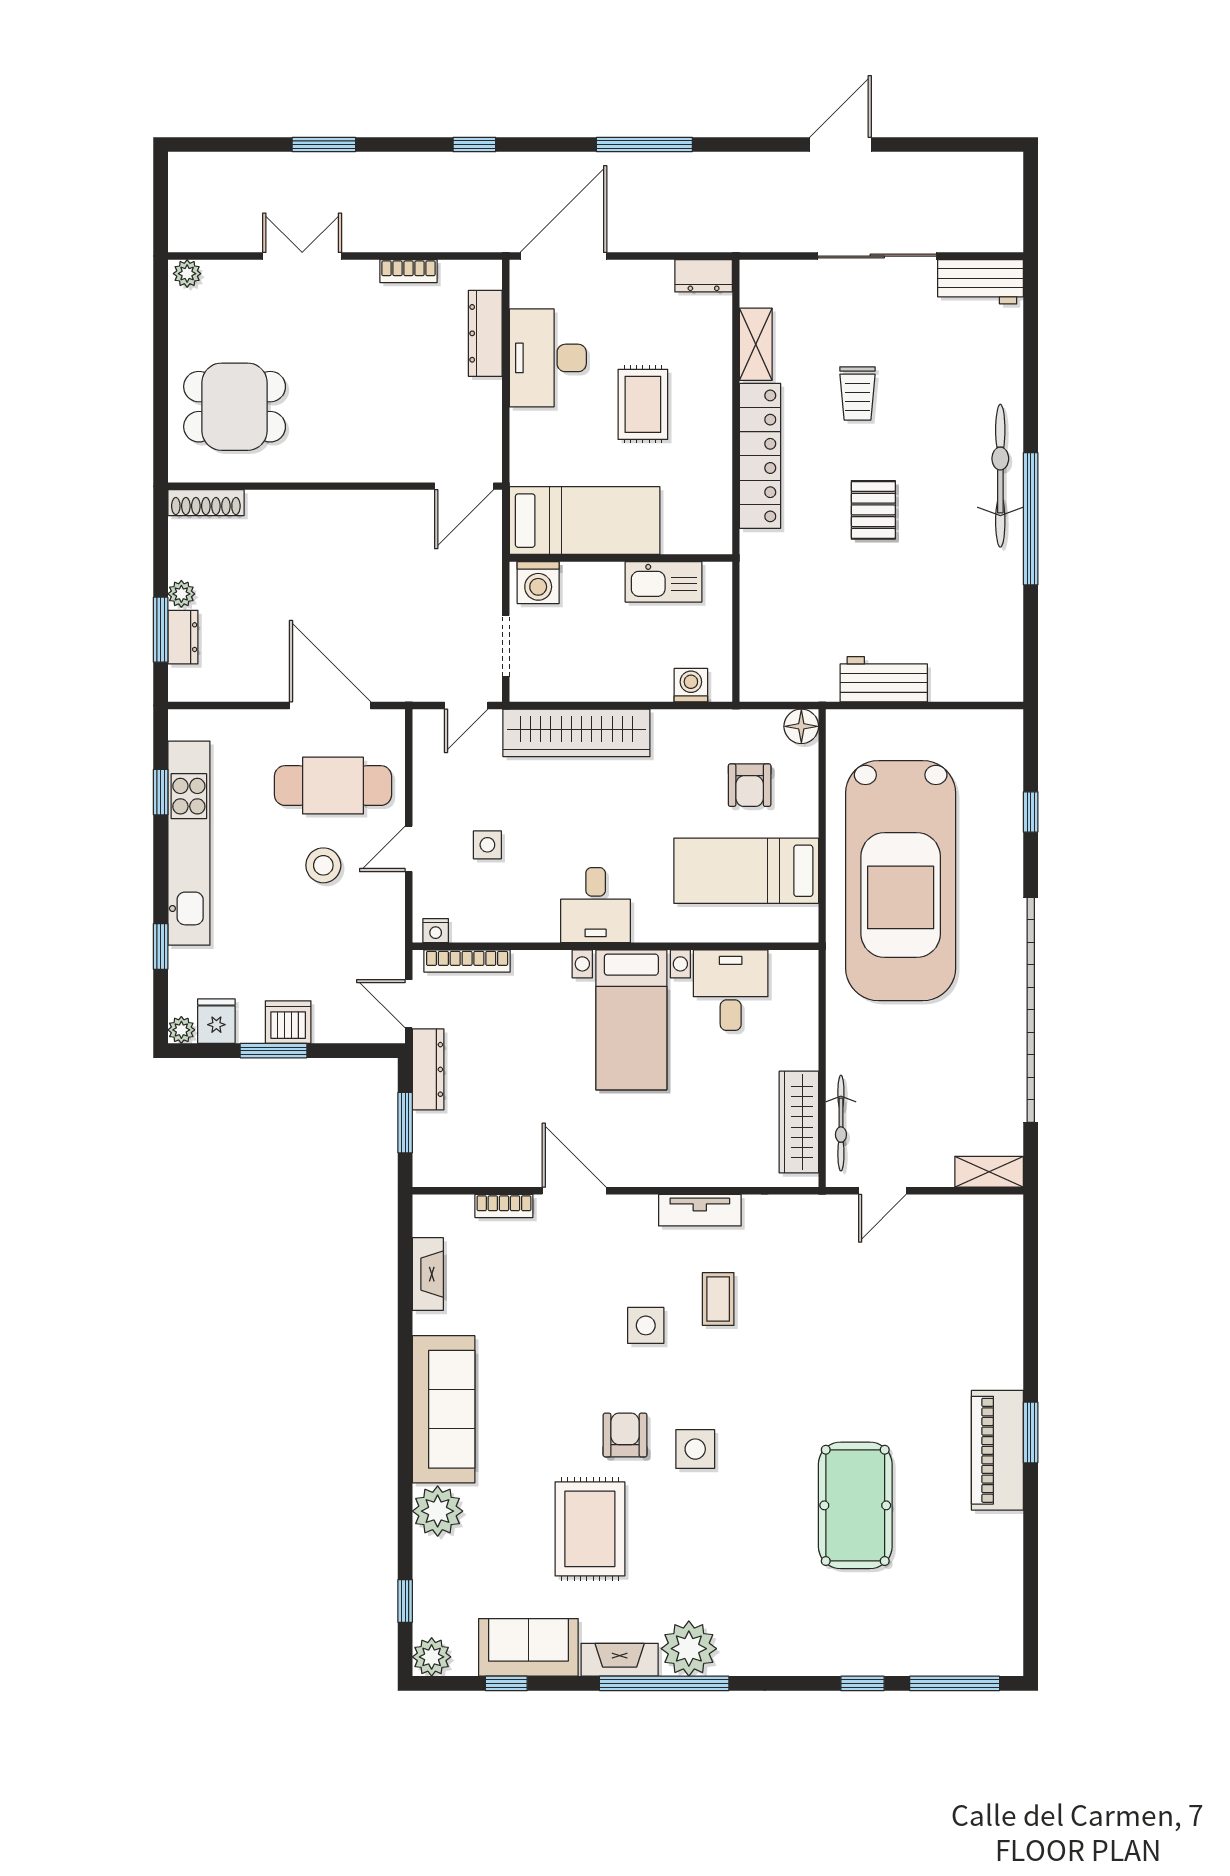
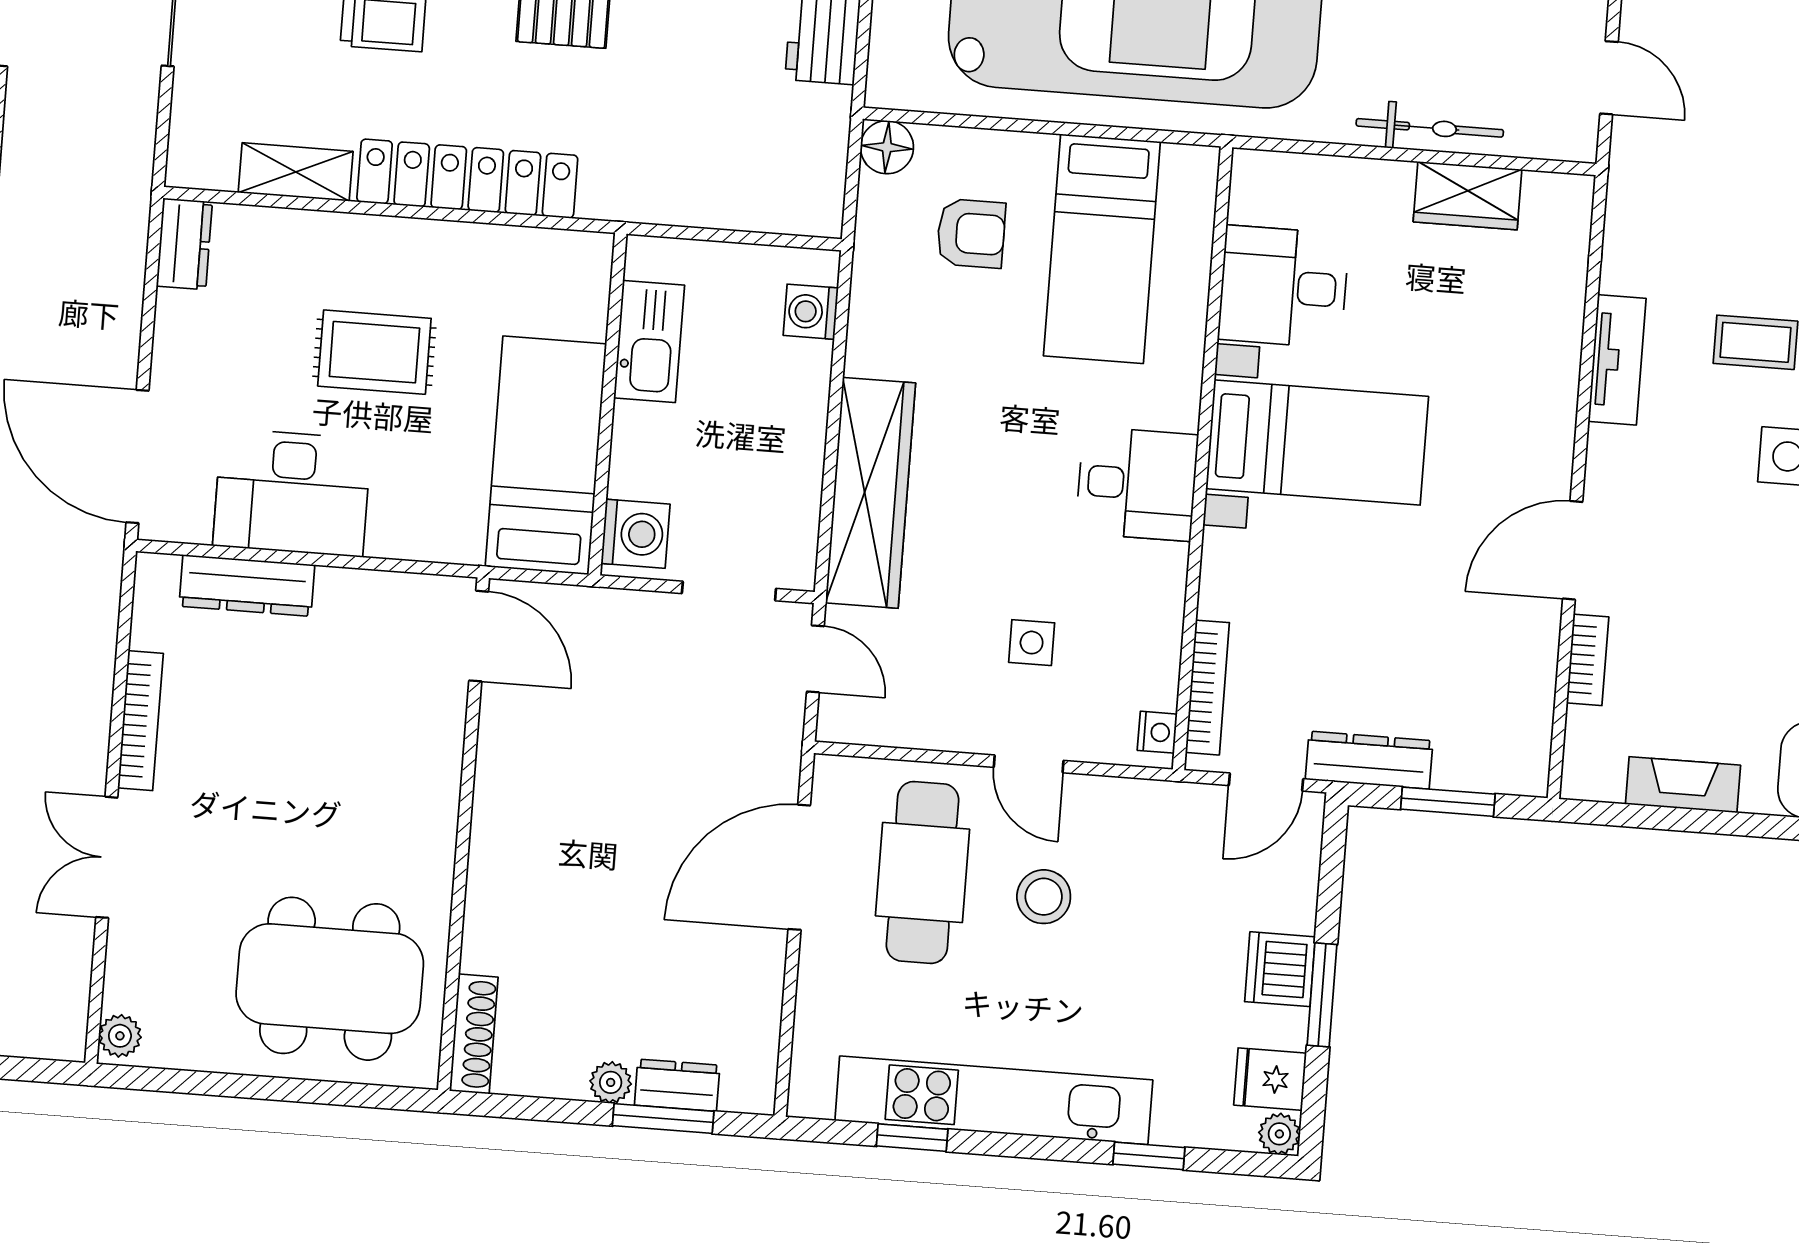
bookcase: (408, 271) -> (140, 721), width x1.56
dining table: (235, 407) -> (330, 979), width x1.38
wardrobe: (799, 1122) -> (1468, 196), width x0.67
bicycle: (841, 1123) -> (1430, 128), moved

